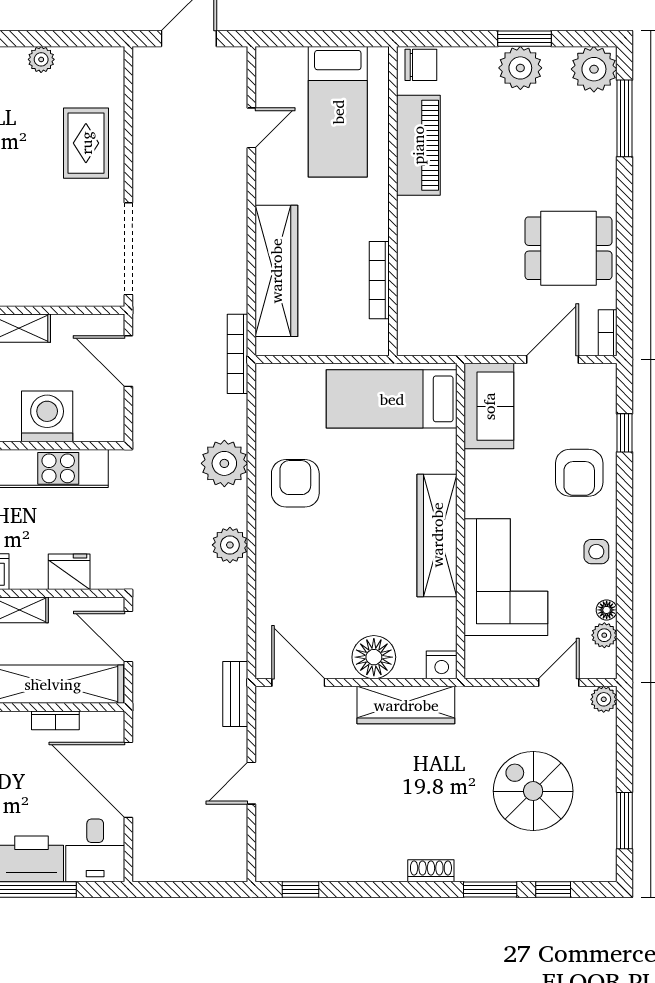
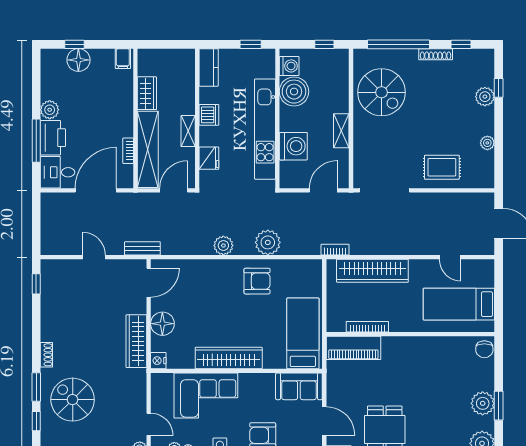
piano: (418, 145) -> (353, 348), moved
bookcase: (237, 354) -> (335, 250), width x0.64
spiral stairs: (533, 791) -> (73, 400), moved, turned -90

